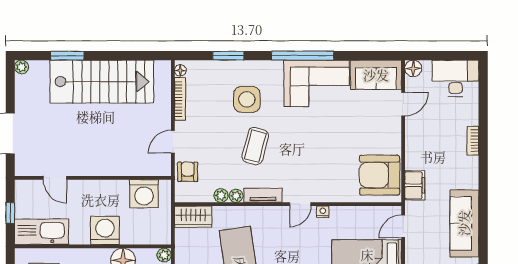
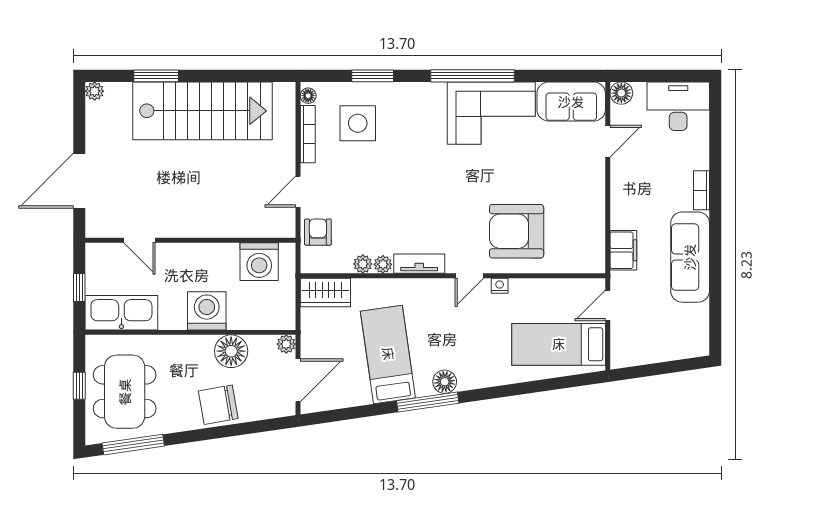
side table: (247, 99) -> (358, 123), moved
coffee table: (255, 146) -> (409, 198), removed
armchair: (380, 175) -> (517, 231), moved
sofa: (464, 223) -> (690, 257), moved

